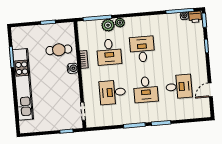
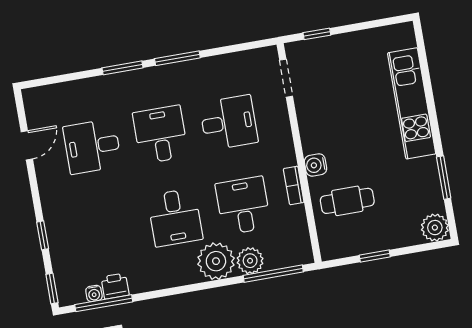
printer: (195, 17) -> (115, 286), moved
plant: (120, 23) -> (216, 261), width x1.87, depth x1.87
plant: (18, 33) -> (435, 228), added
kitchen unit: (23, 84) -> (412, 103), width x0.73

